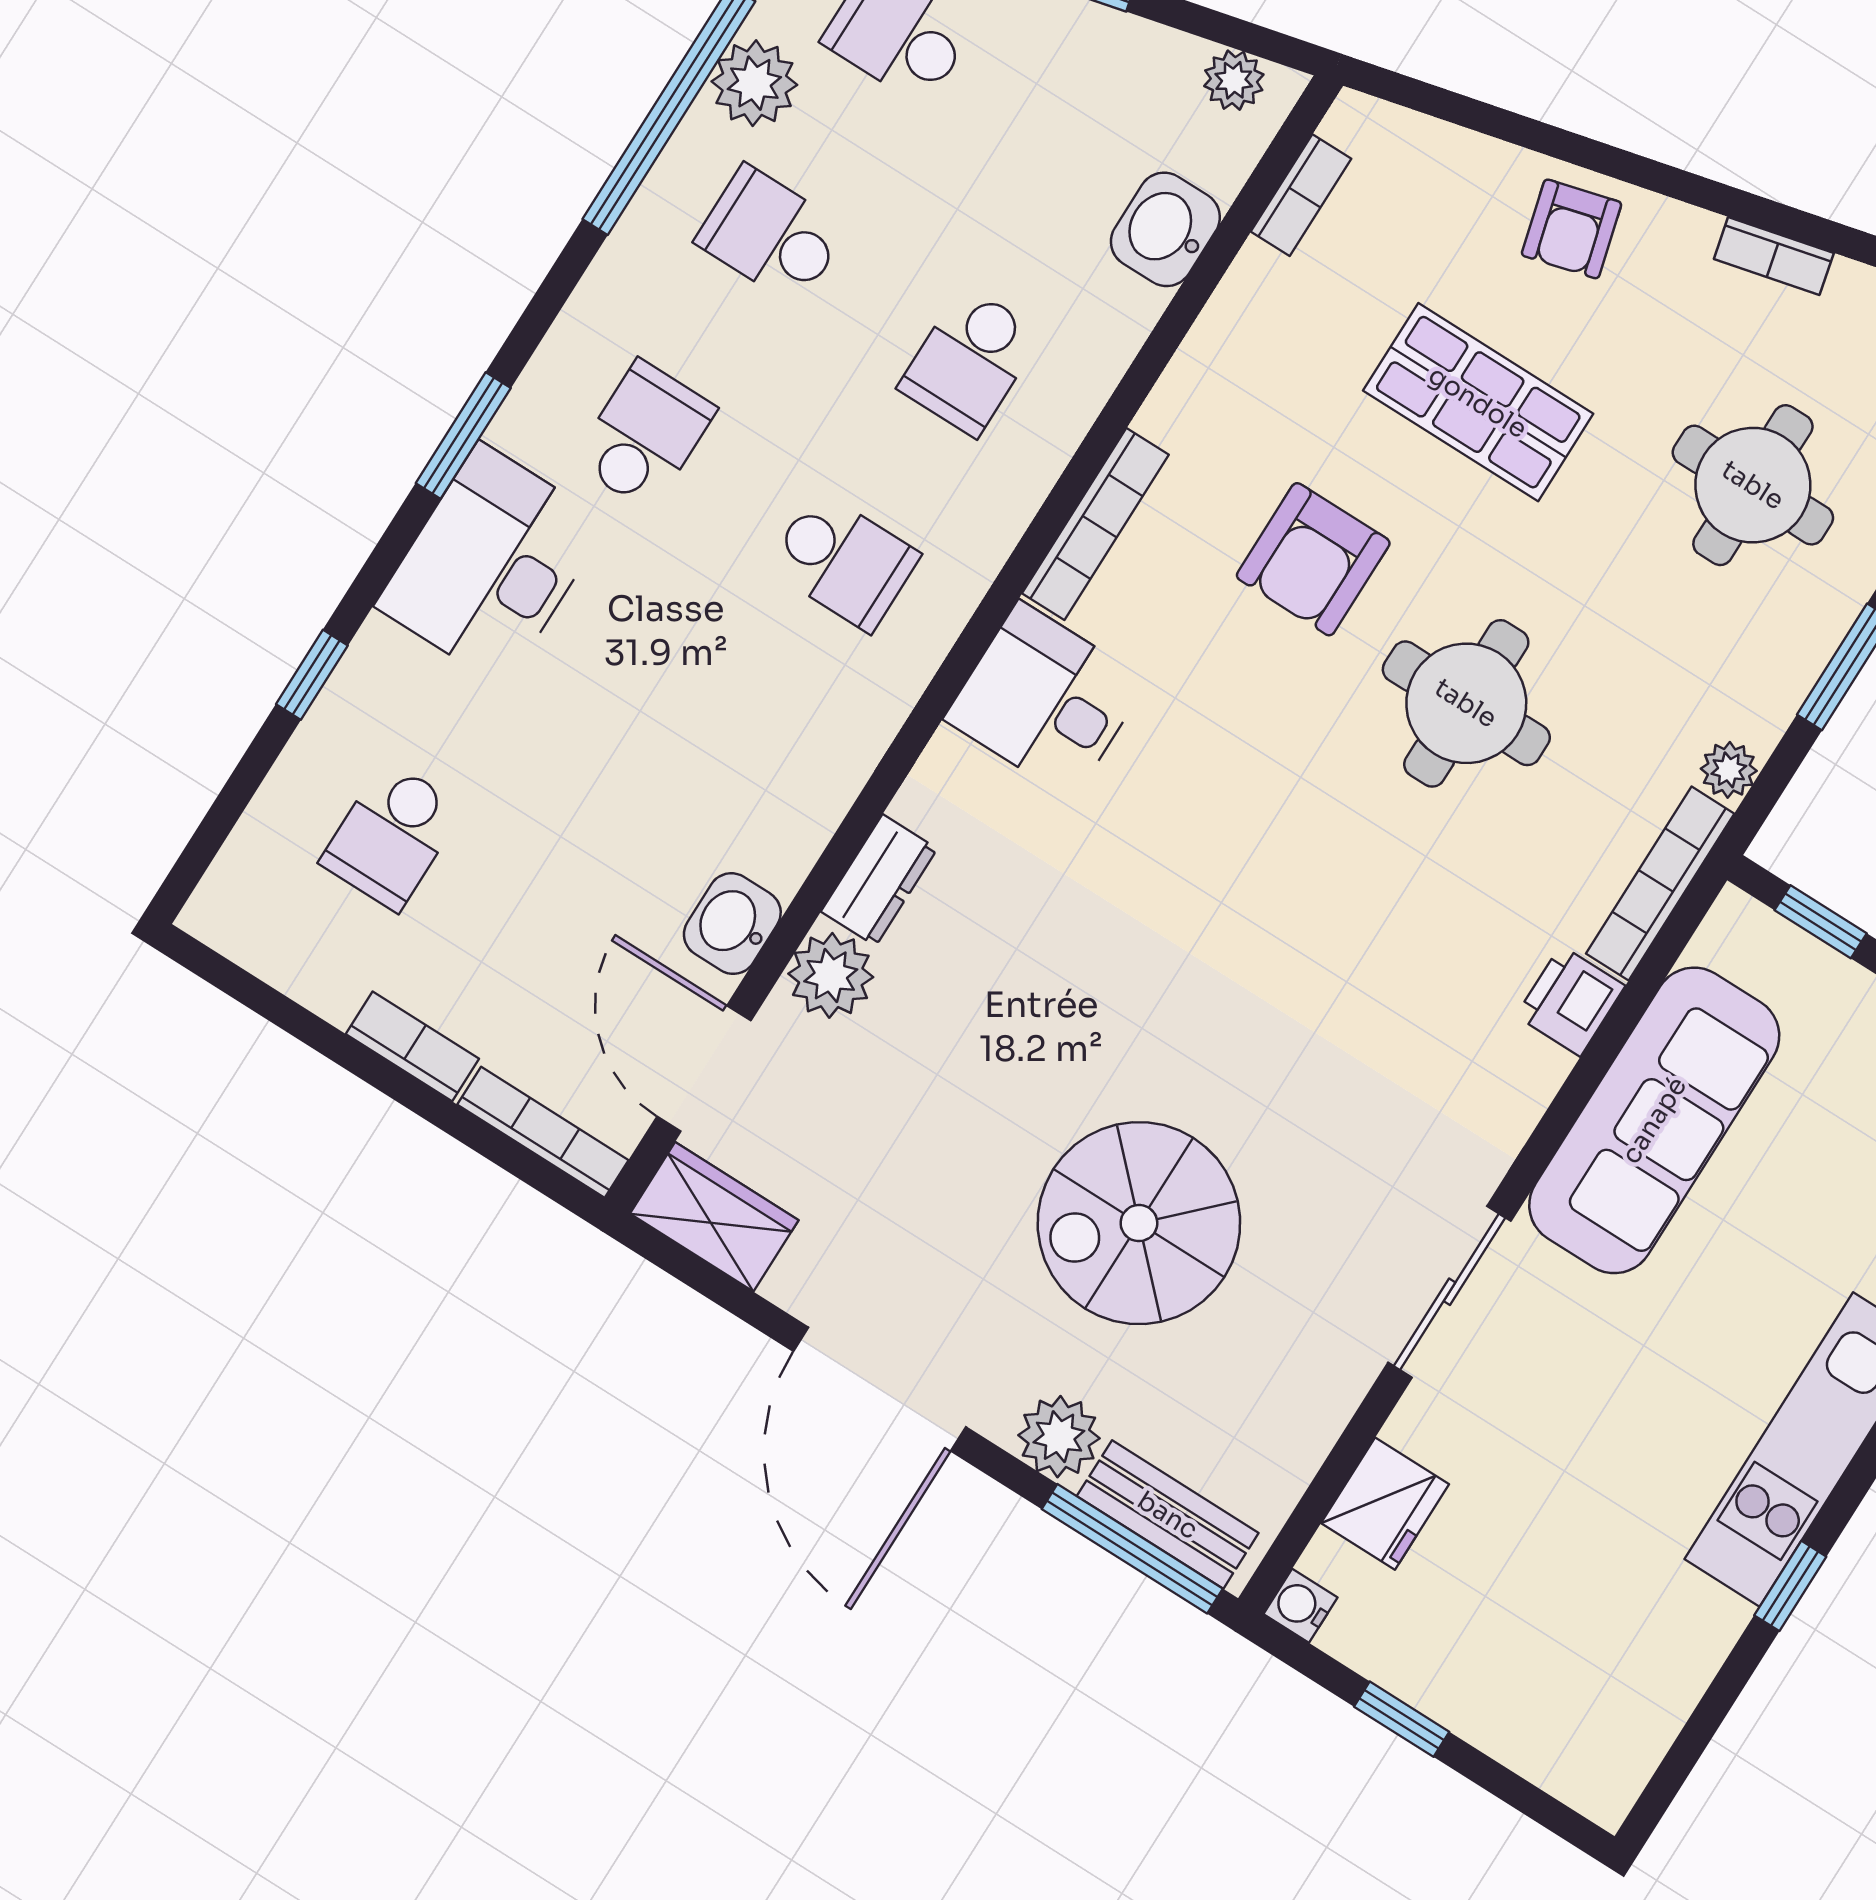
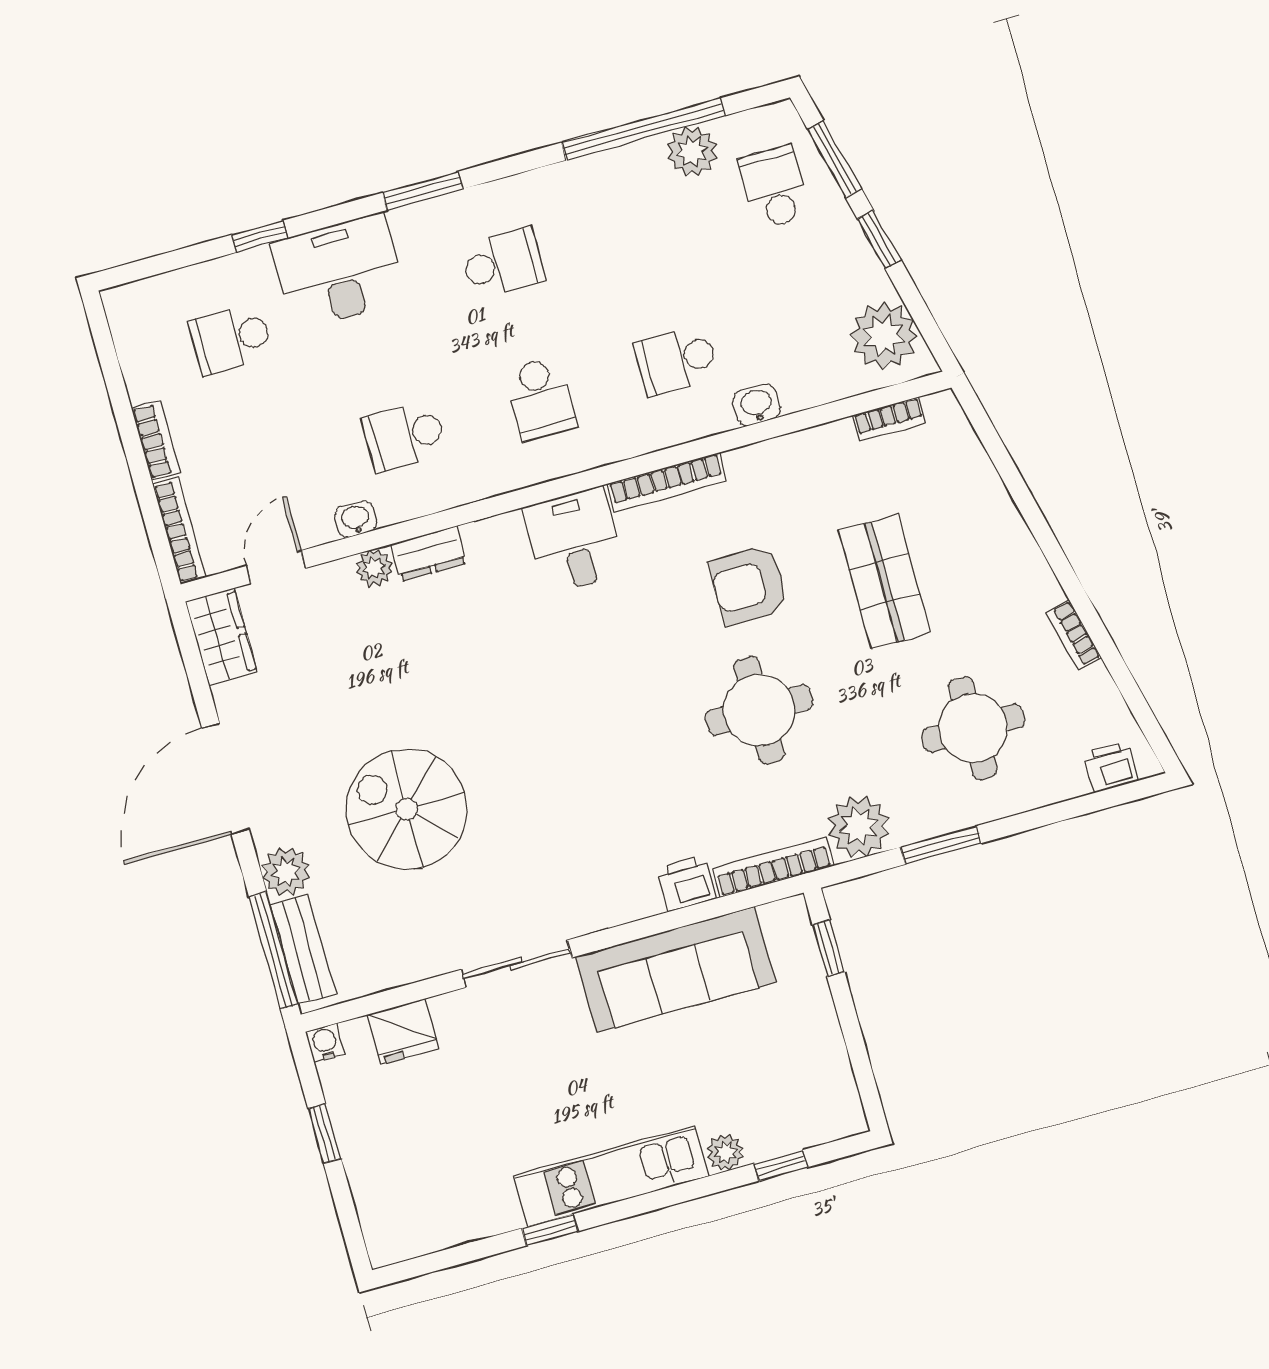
plant: (1234, 80) -> (884, 335), width x1.88, depth x1.88
washbasin: (1165, 229) -> (757, 405), moved, width x0.72, depth x0.69
armchair: (1572, 229) -> (995, 542), removed
school desk: (771, 235) -> (405, 436), moved, turned -90
desk: (491, 564) -> (339, 271), moved
plant: (1729, 770) -> (859, 826), width x1.87, depth x1.87
washbasin: (732, 924) -> (356, 519), width x0.72, depth x0.69
plant: (831, 975) -> (374, 568), width x0.73, depth x0.73
door: (704, 1069) -> (276, 567), width x0.73

